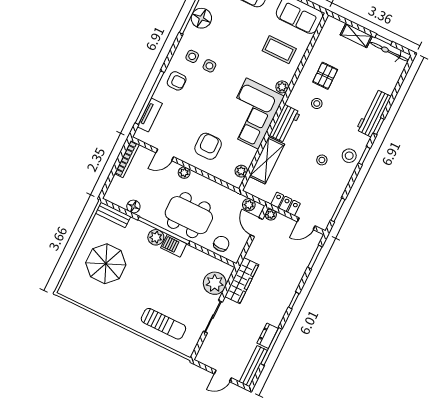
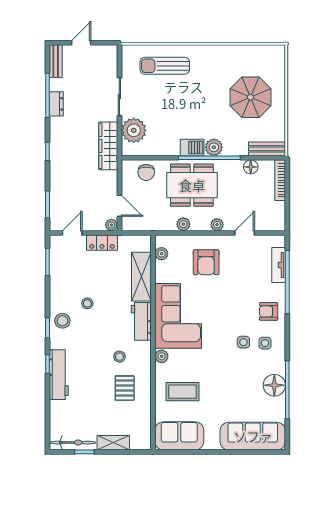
bookcase: (127, 159) -> (280, 180), moved
plant: (249, 205) -> (183, 224), moved
bench: (253, 366) -> (56, 61), width x0.73

